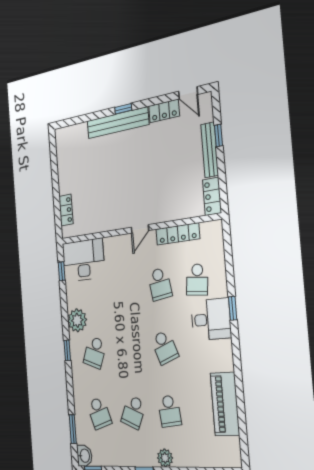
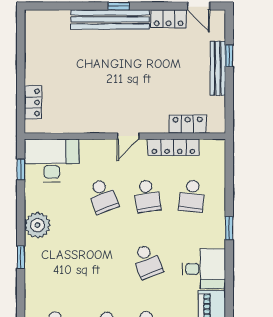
locker: (212, 196) -> (188, 124), moved, turned 90
desk: (211, 319) -> (204, 269), moved
school desk: (95, 352) -> (103, 196), moved, turned -42

